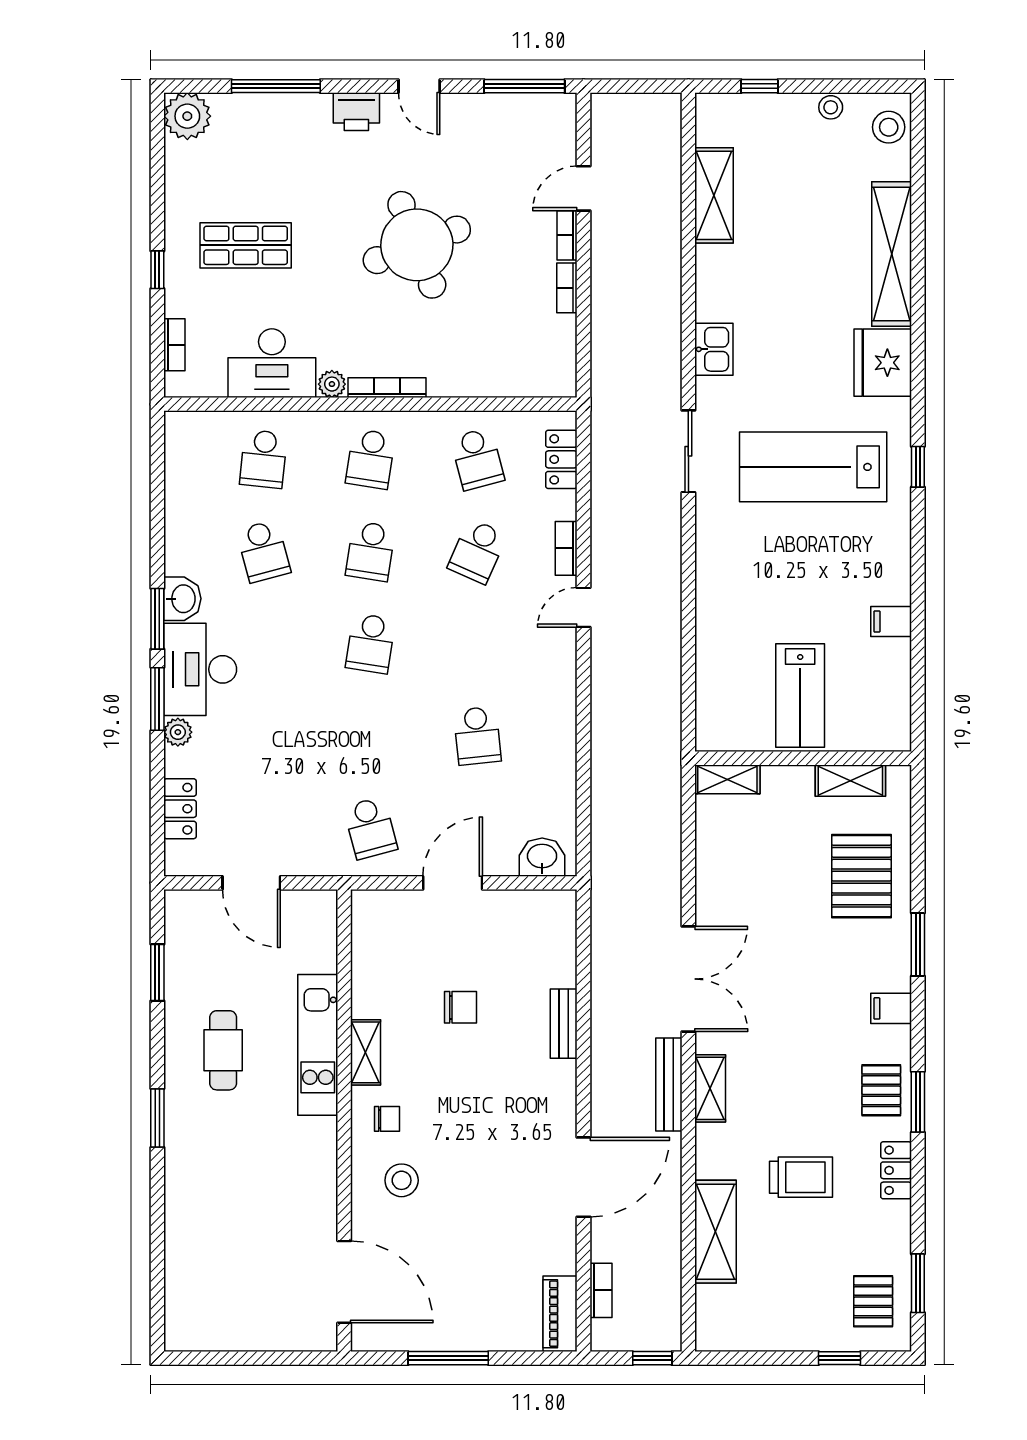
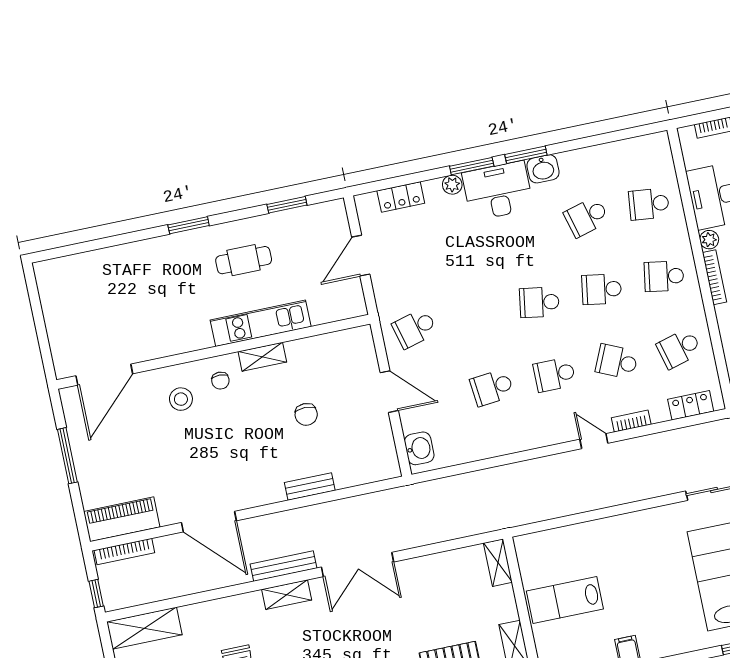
school desk: (477, 643) -> (554, 375), added
shelving: (716, 1232) -> (144, 628), moved
bookcase: (601, 1290) -> (124, 552), width x1.56
piano: (560, 1314) -> (122, 519), width x1.37, depth x1.33

